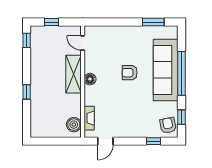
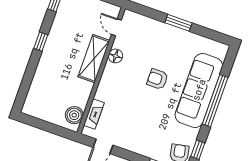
window: (153, 22) -> (178, 23), moved
floor lamp: (90, 79) -> (116, 56), moved
window: (27, 92) -> (41, 42), moved

